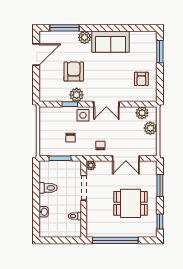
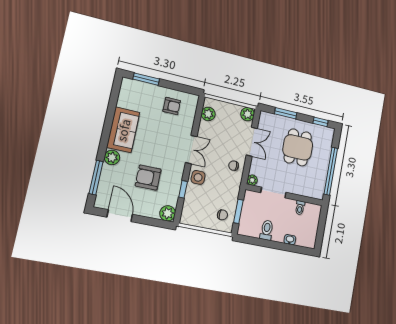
plant: (77, 95) -> (168, 213), moved
plant: (150, 128) -> (248, 114), moved
chair: (70, 138) -> (222, 215), moved

